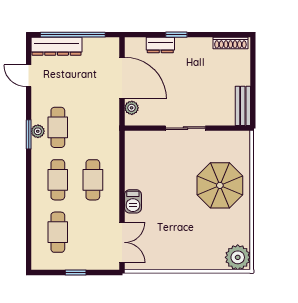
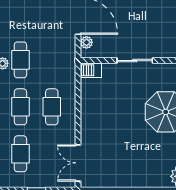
barbecue: (133, 201) -> (91, 70), moved, turned 90
double door: (122, 242) -> (78, 163), swing flipped

